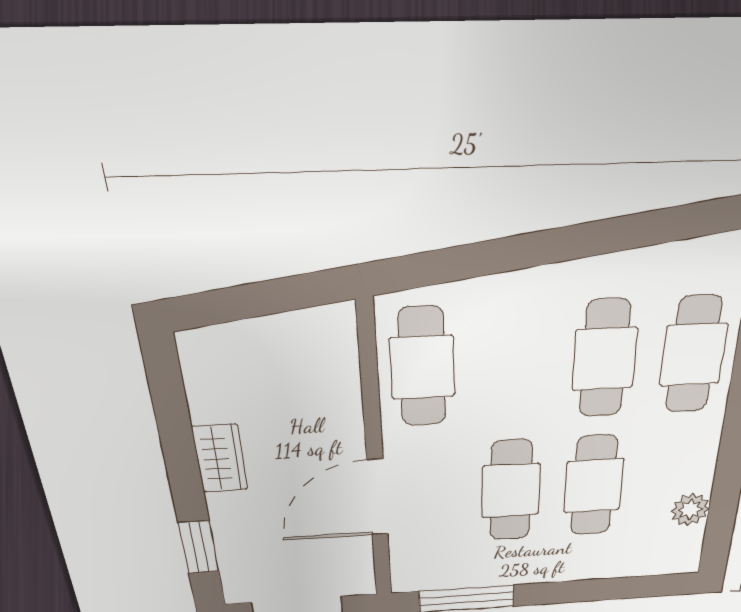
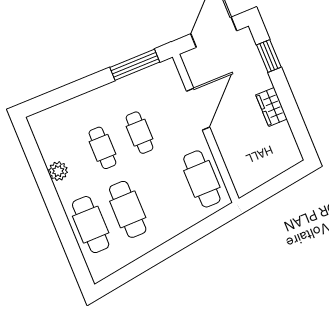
cafe table: (594, 486) -> (102, 148), width x0.73, depth x0.74
cafe table: (511, 491) -> (140, 133), width x0.73, depth x0.74
plant: (690, 510) -> (58, 171), moved

